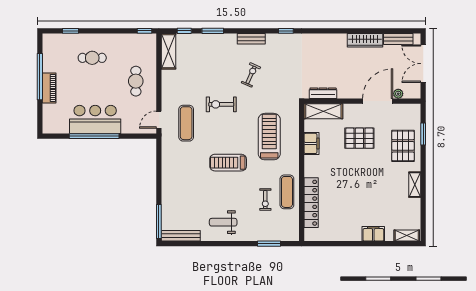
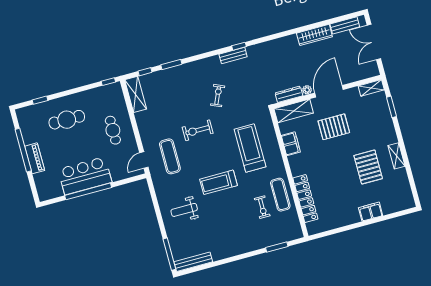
bench: (251, 39) -> (233, 55), moved
cafe table: (92, 58) -> (67, 120), width x1.37, depth x1.35
plant: (398, 94) -> (307, 90), moved
door: (378, 101) -> (329, 91), moved
pallet: (403, 146) -> (368, 167), moved
weight bench: (223, 222) -> (184, 210), moved
shelving: (407, 235) -> (371, 88), moved

